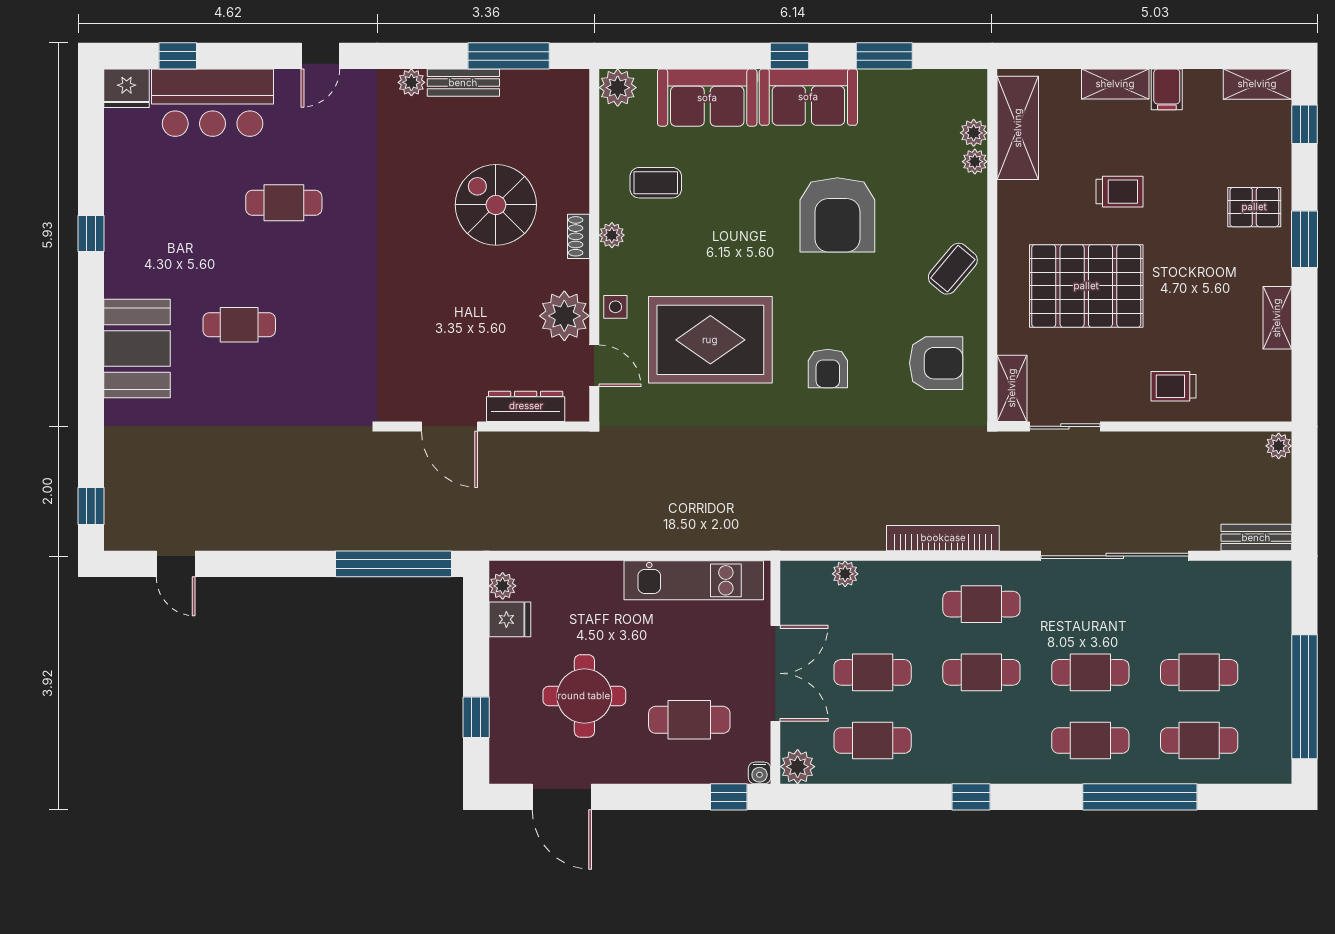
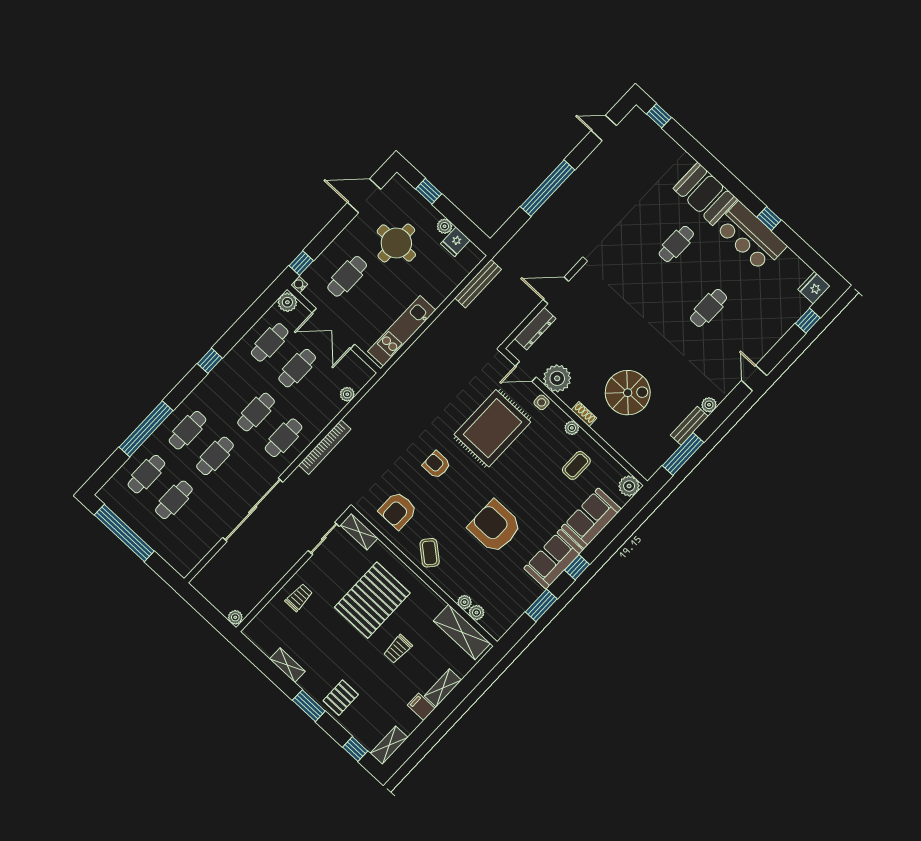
bar counter: (213, 103) -> (750, 237), moved, turned -90
bench: (1256, 538) -> (478, 284), moved, width x1.36
window: (393, 564) -> (547, 188), moved
plant: (503, 586) -> (445, 226), moved

